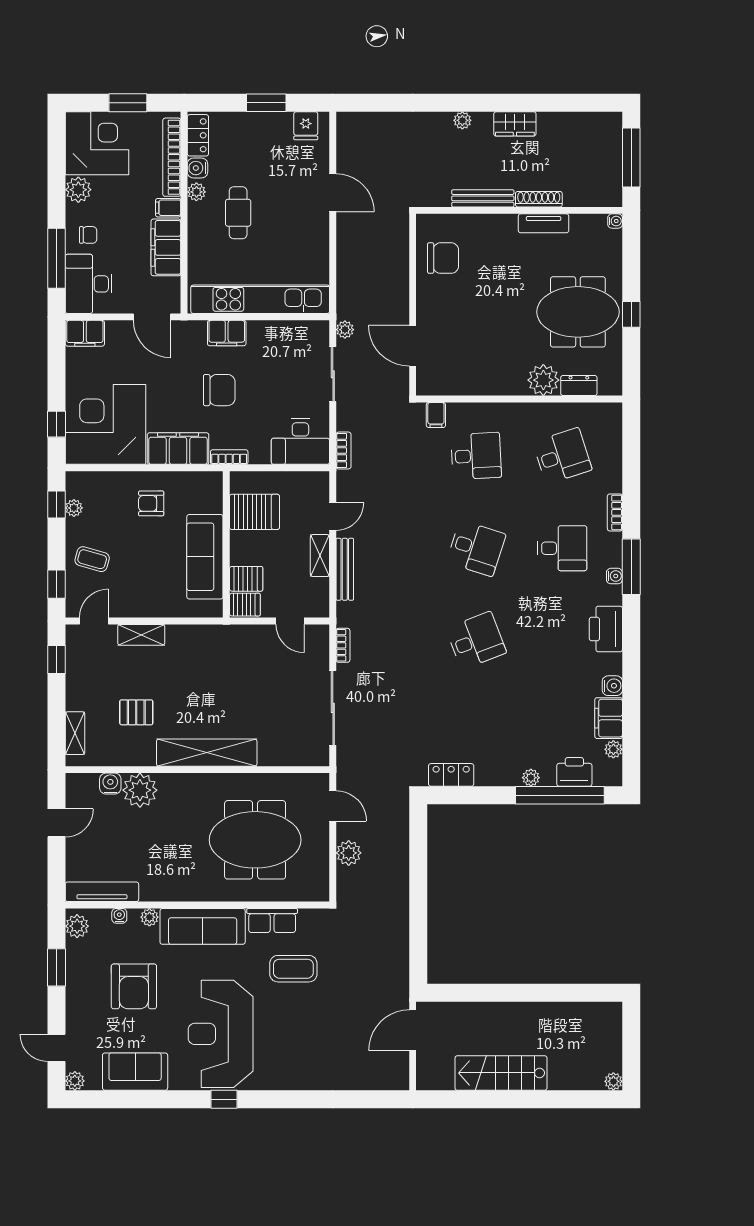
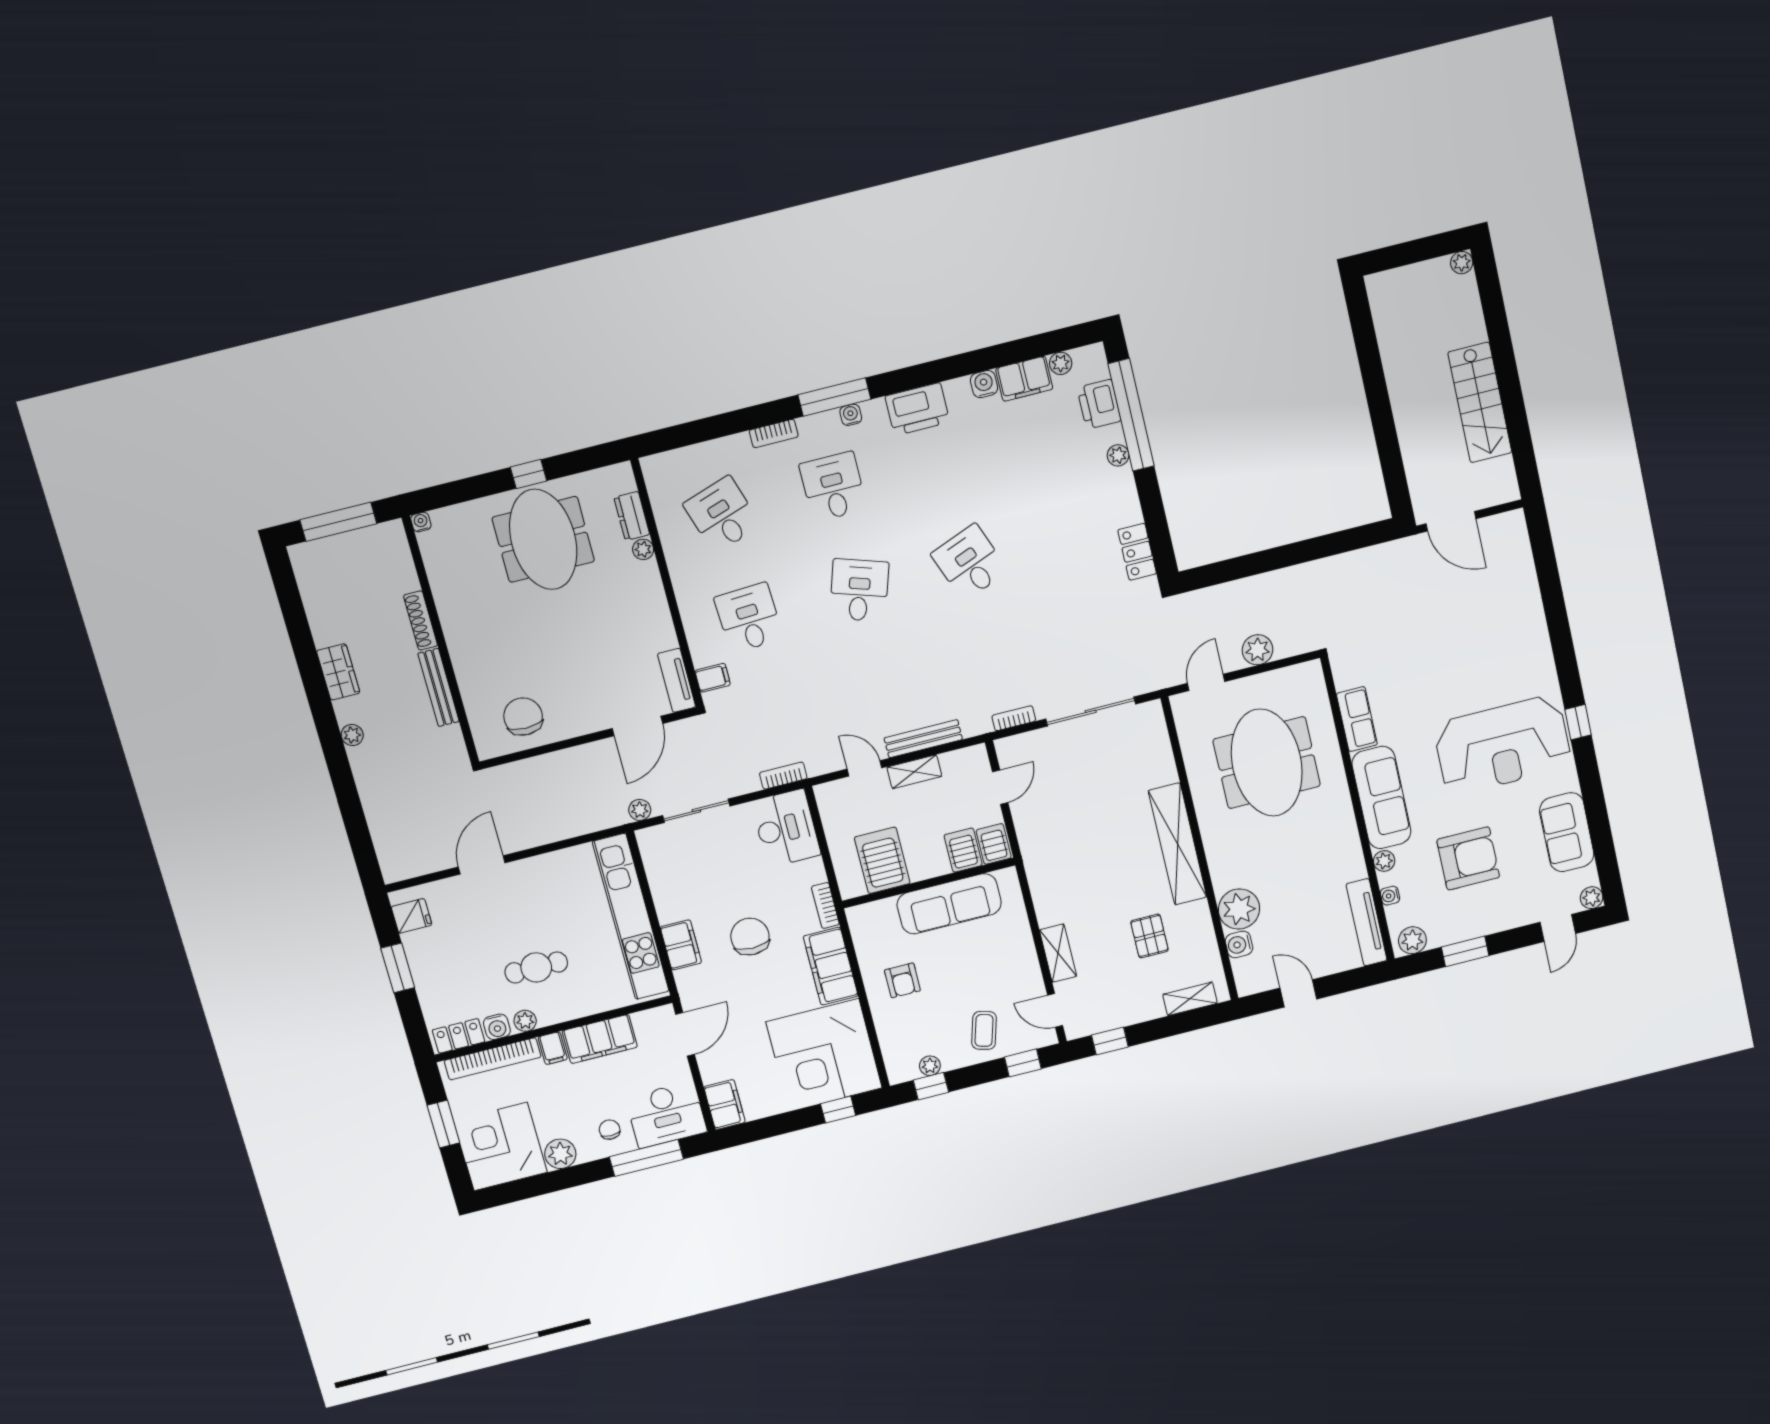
tv unit: (544, 223) -> (677, 680), moved, turned 180
plant: (543, 380) -> (643, 549), width x0.53, depth x0.53
coffee table: (293, 969) -> (1408, 680), removed

